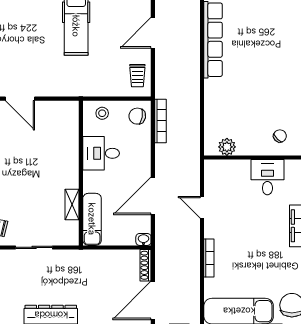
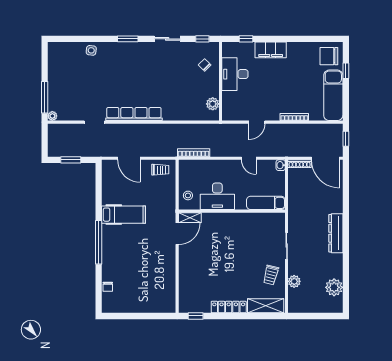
door: (20, 99) -> (177, 234), moved
chair: (137, 116) -> (190, 170), removed
desk: (101, 153) -> (217, 196), width x1.37
desk: (267, 177) -> (235, 74), width x1.37
door: (153, 196) -> (249, 158), width x0.53
shelving: (72, 205) -> (190, 218), moved

